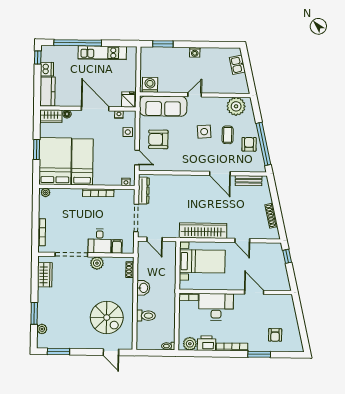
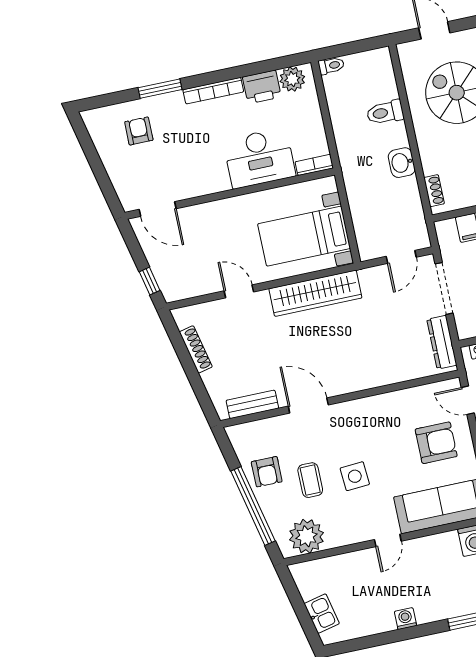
window: (263, 144) -> (253, 506), moved
door: (155, 239) -> (401, 257), swing flipped
door: (254, 292) -> (158, 209), moved

